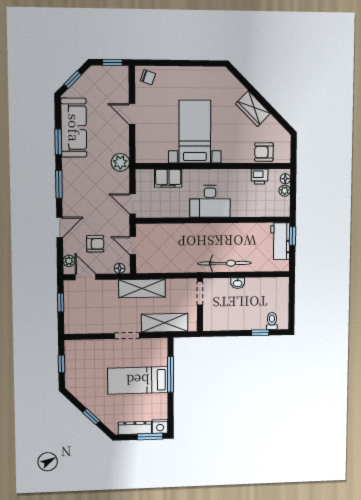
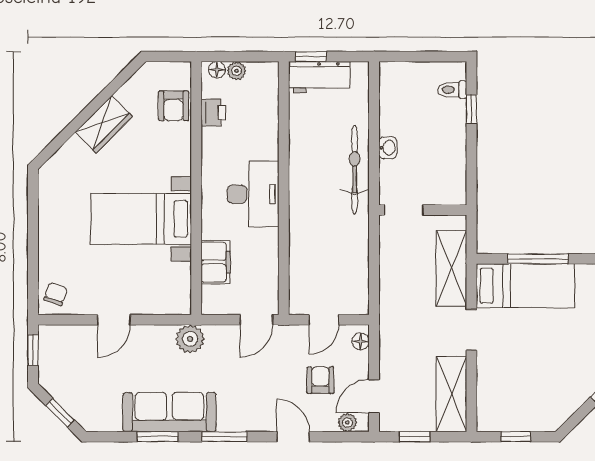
sofa: (74, 128) -> (169, 412), moved
shelving: (142, 288) -> (451, 394), moved
bed: (138, 380) -> (525, 286), moved, turned -90

